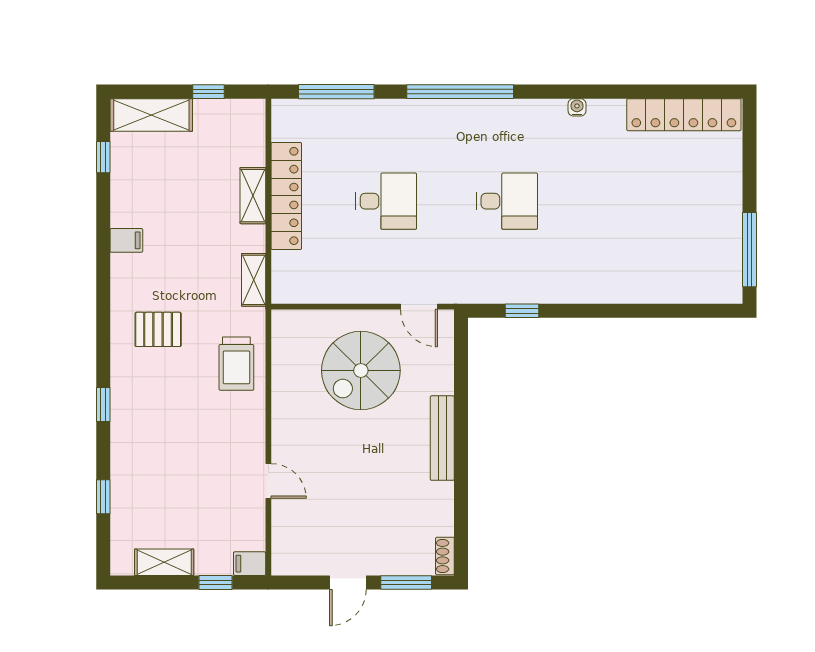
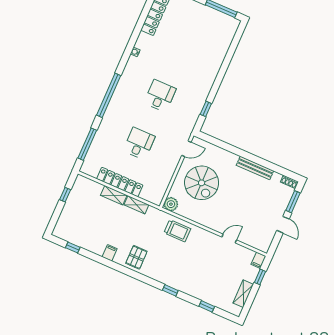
shelving: (151, 115) -> (64, 221), removed
shelving: (254, 280) -> (136, 205), moved
plant: (287, 325) -> (171, 204), added
pallet: (158, 329) -> (136, 257), moved
bench: (442, 438) -> (255, 168), moved

